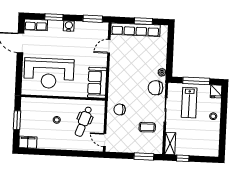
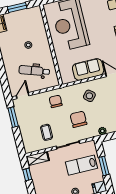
side table: (124, 75) -> (89, 96), added
window: (196, 81) -> (104, 166), width x0.69
sofa: (97, 83) -> (88, 69), moved
chair: (155, 88) -> (78, 119), moved
window: (144, 156) -> (13, 117), moved

